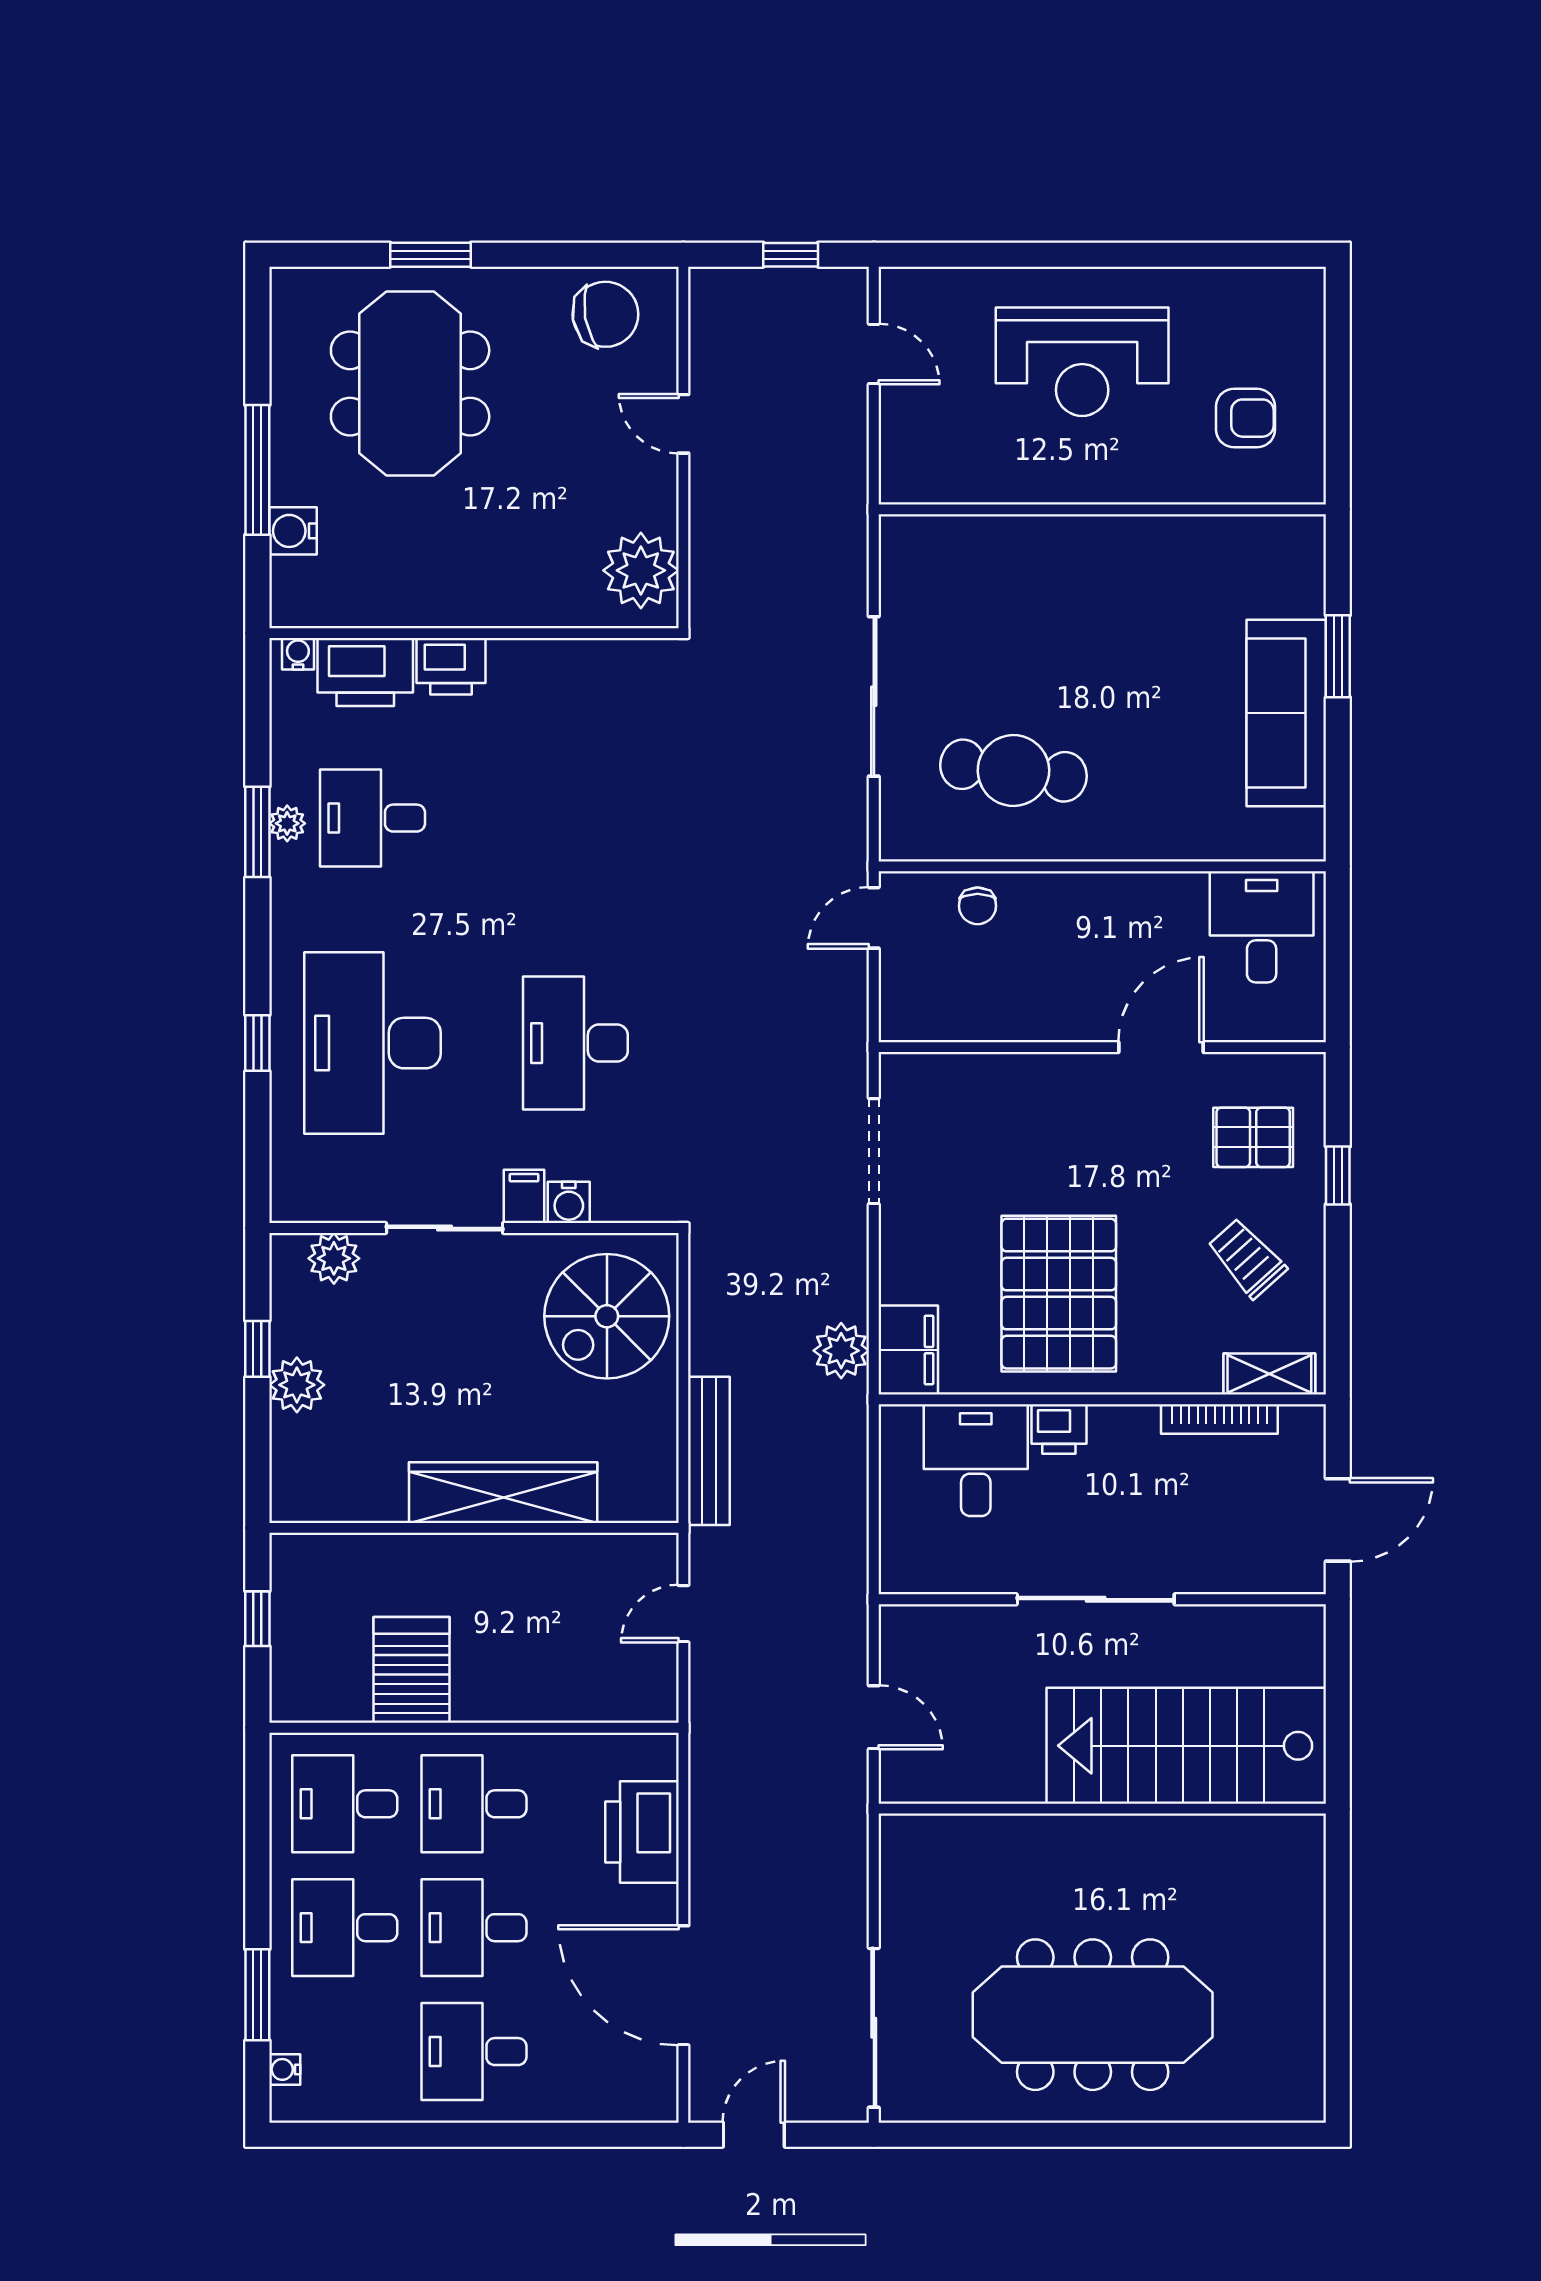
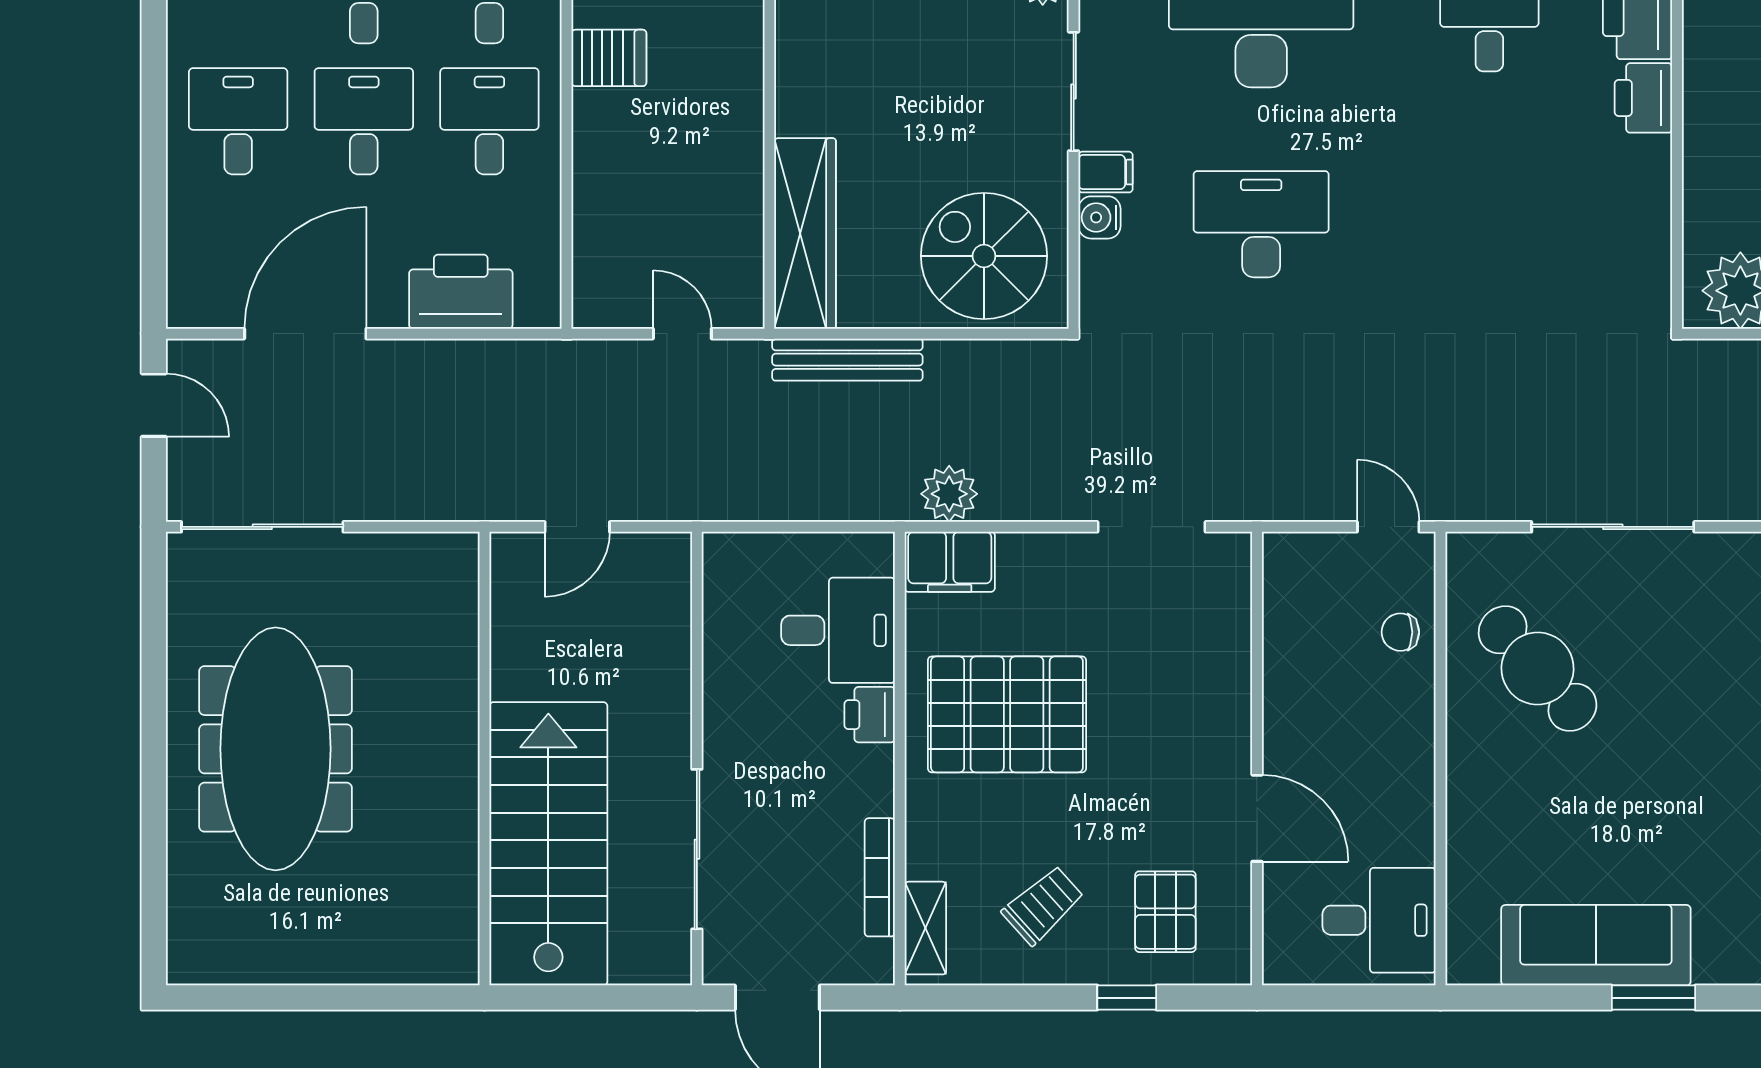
cafe table: (1013, 771) -> (1538, 669), turned -49
wardrobe: (503, 1493) -> (805, 234), moved
sliding door: (1096, 1599) -> (697, 849), moved
server rack: (412, 1670) -> (609, 58), width x0.73, depth x0.70

